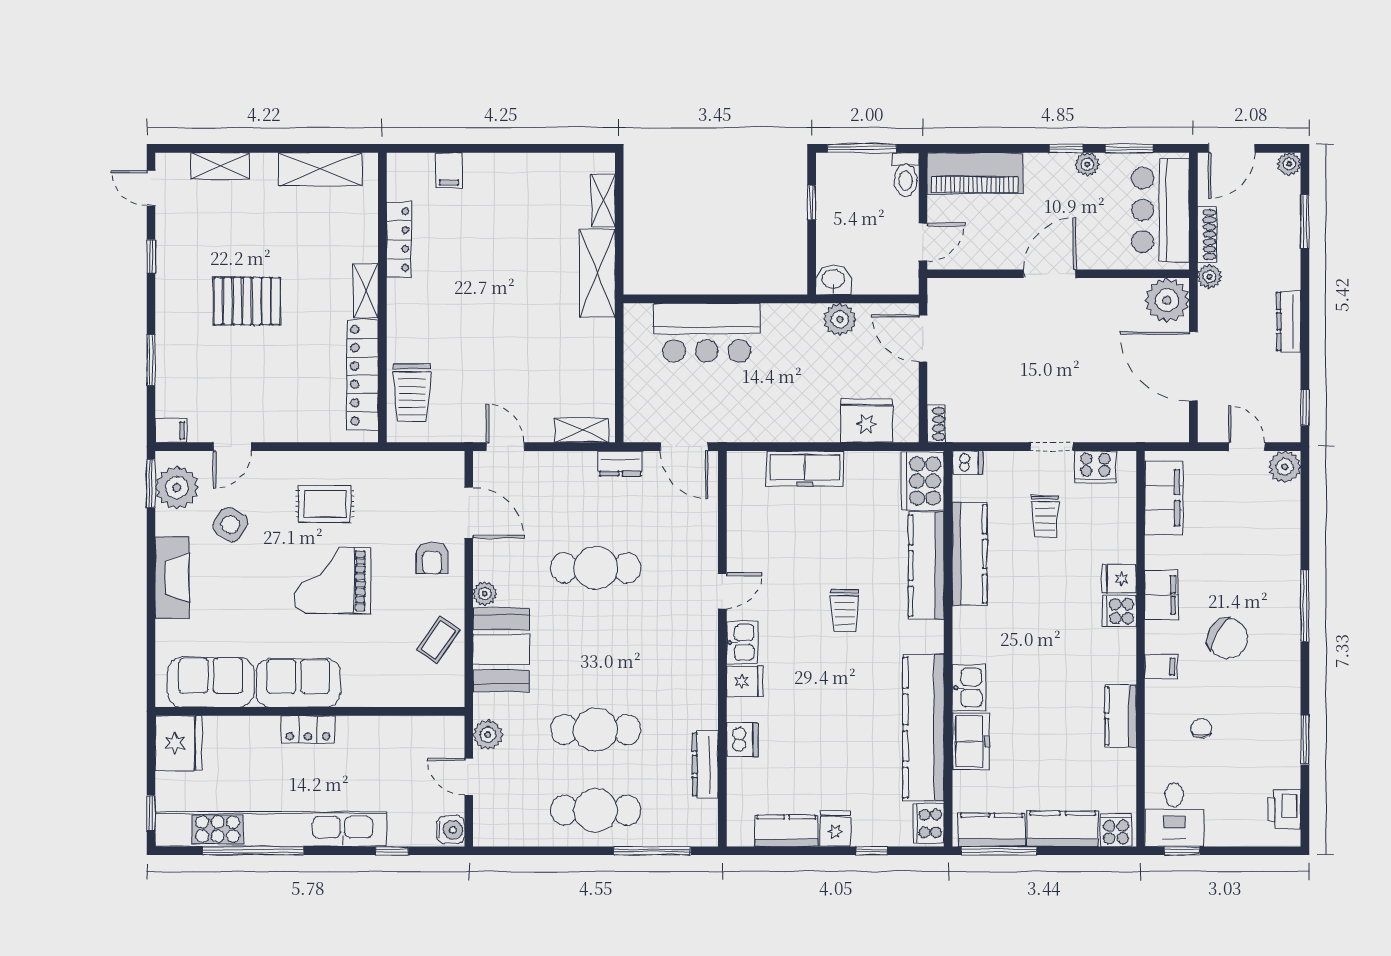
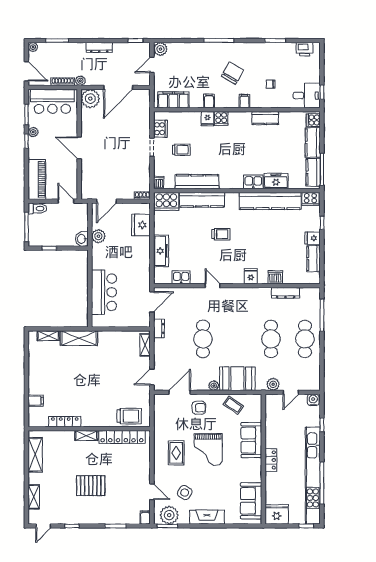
pallet: (247, 301) -> (91, 486), turned 90
filing cabinet: (1161, 595) -> (209, 101), width x0.50
kitchen sink: (742, 643) -> (181, 277), moved
sofa: (298, 683) -> (251, 440), moved

